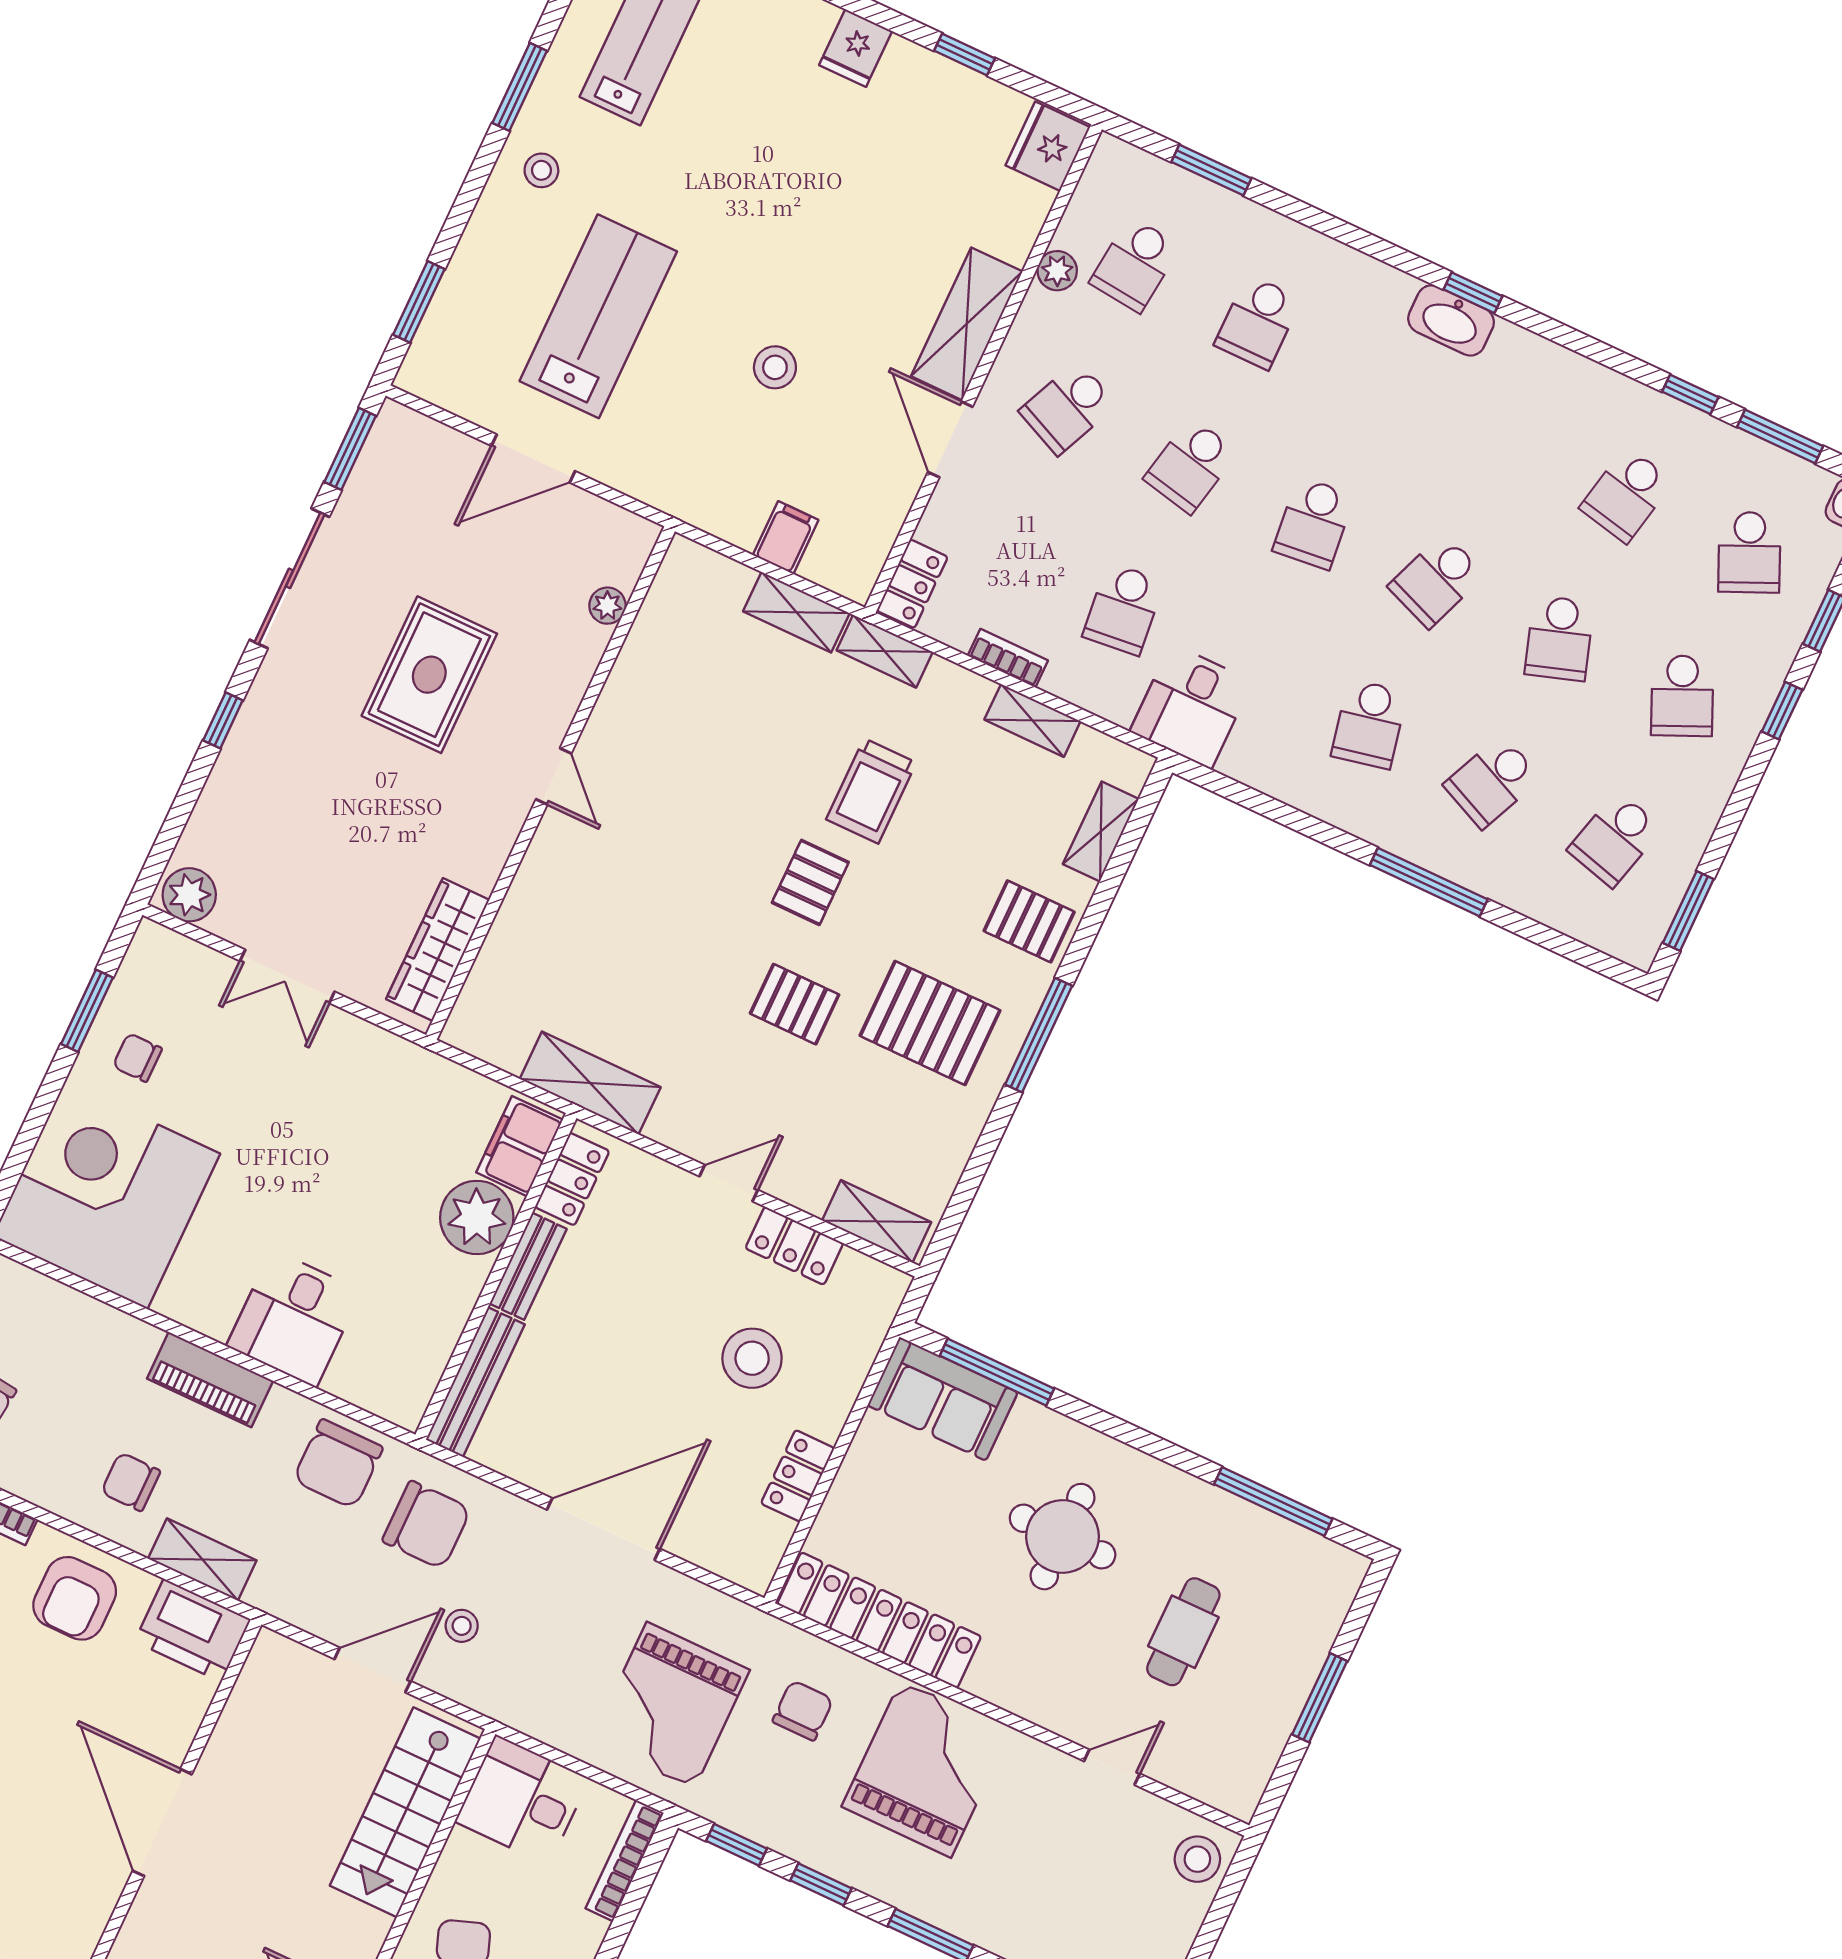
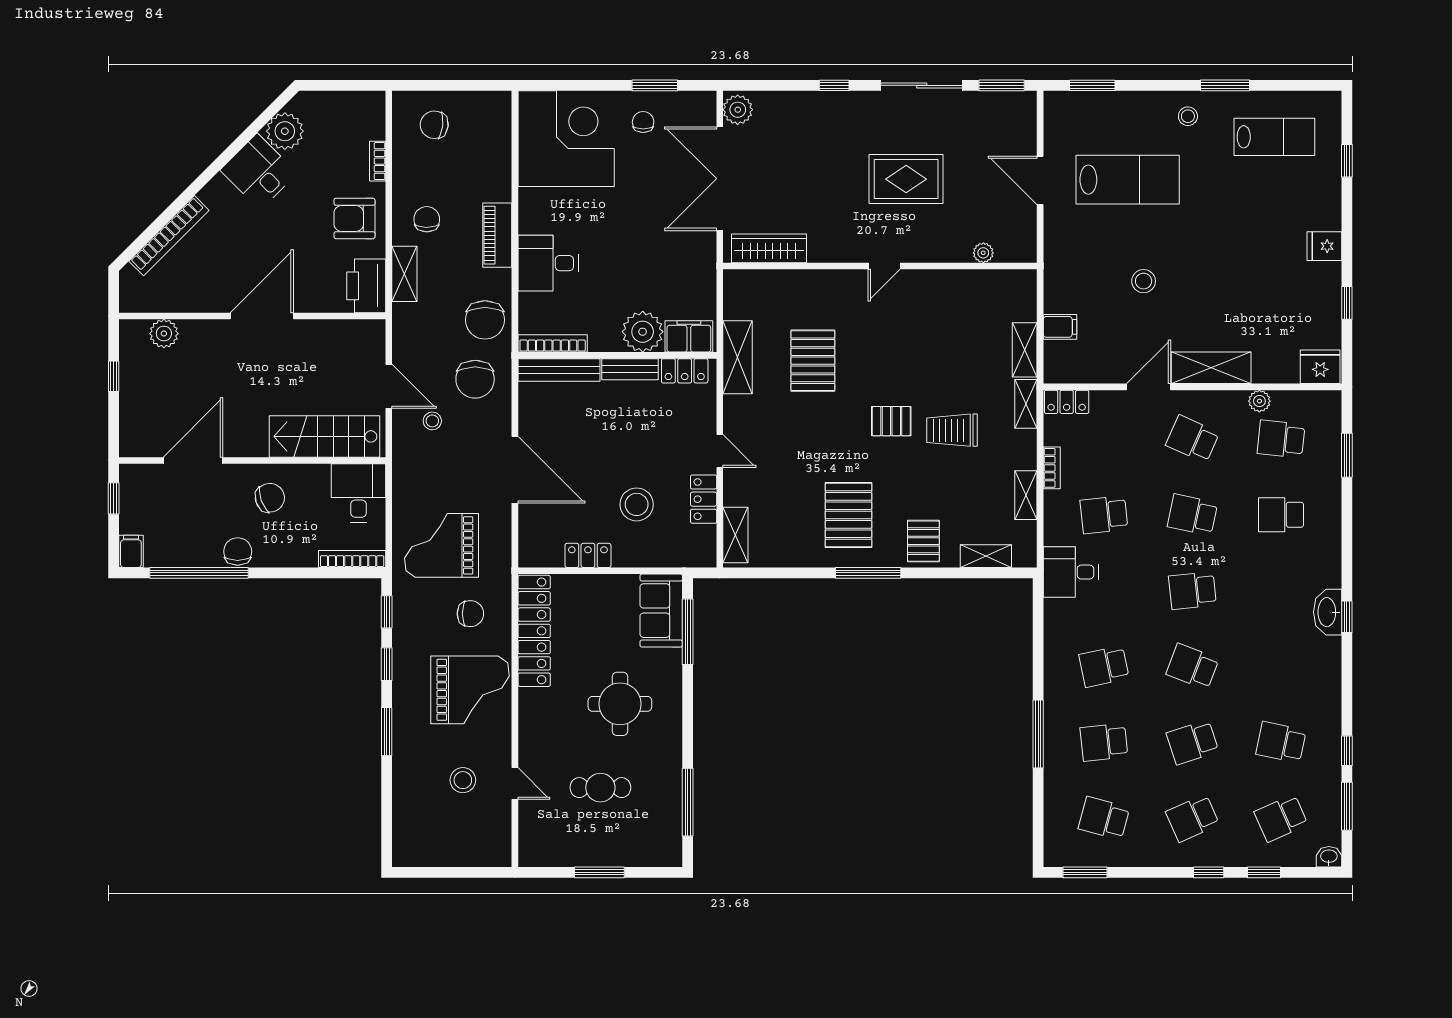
school desk: (1492, 782) -> (1104, 742), turned -30
double door: (287, 976) -> (720, 179), width x1.87
pallet: (795, 1004) -> (813, 361), moved, width x1.50, depth x1.42
bookcase: (427, 1372) -> (553, 343), added
chair: (338, 1464) -> (485, 320), turned -90
stool: (1197, 1859) -> (463, 780), moved

